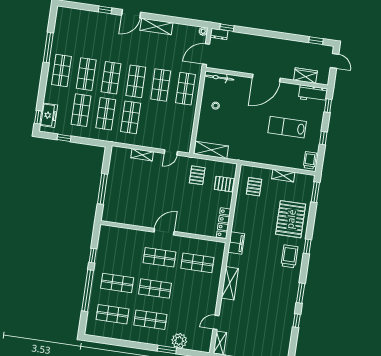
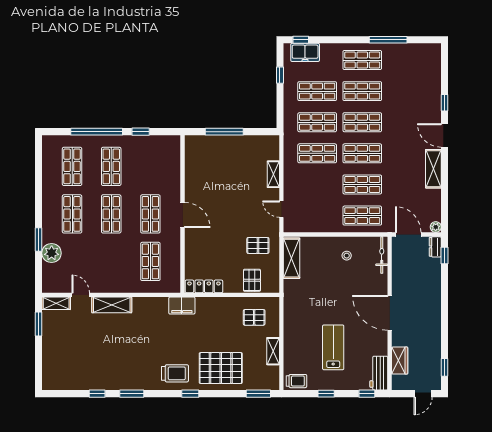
shelving: (230, 283) -> (112, 305), moved

